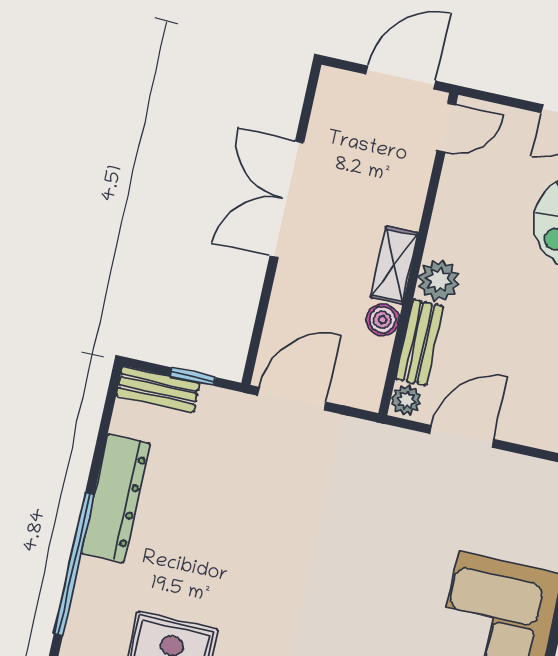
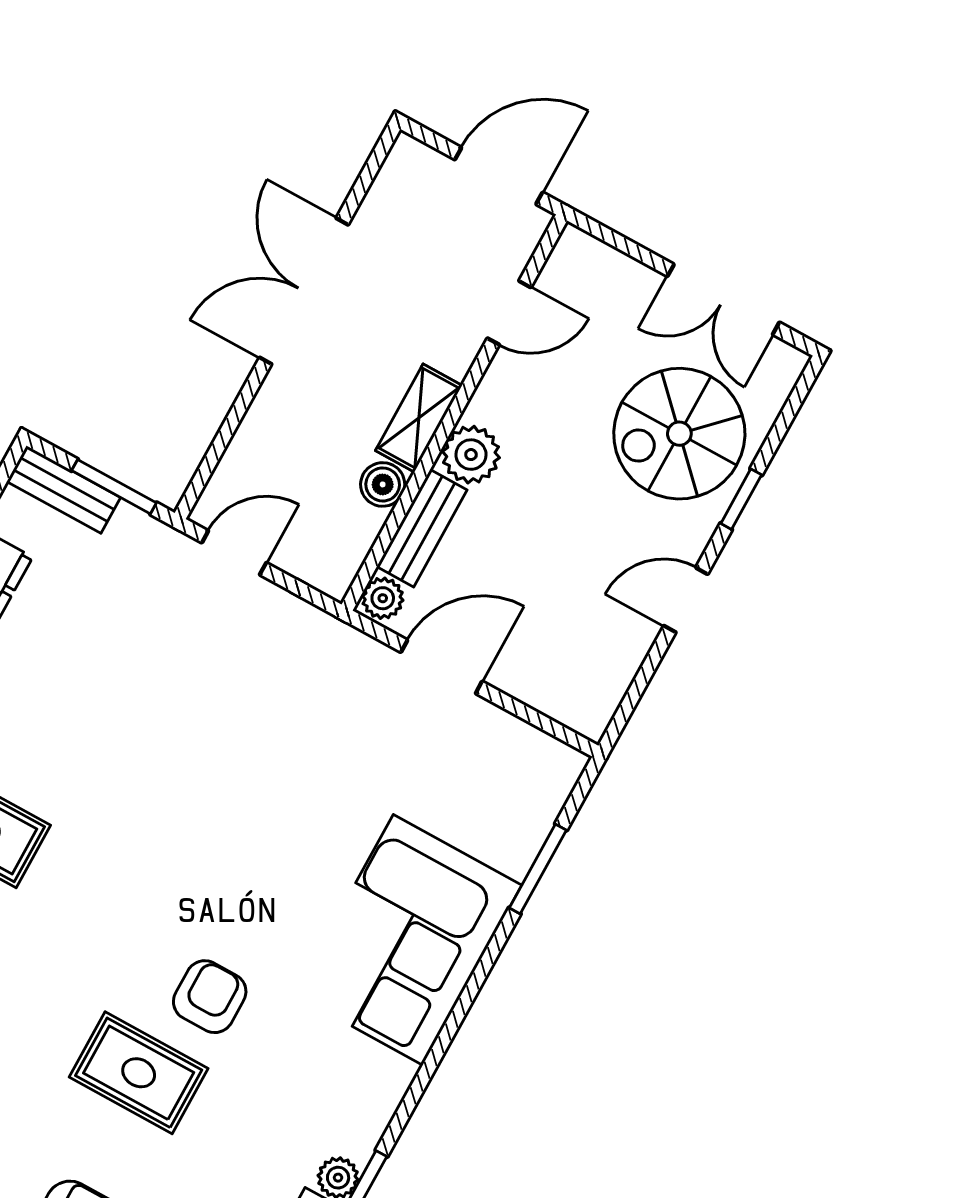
door: (446, 128) -> (509, 313), moved
window: (193, 377) -> (114, 487), width x1.50
door: (292, 399) -> (234, 553), width x0.73

